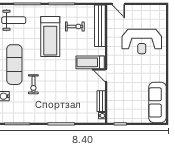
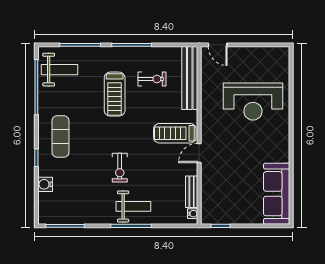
treadmill: (50, 36) -> (115, 94), width x0.73, depth x0.73
exercise mat: (14, 65) -> (60, 136), width x0.73, depth x0.69
door: (106, 76) -> (199, 153), hinge flipped
exercise bike: (33, 84) -> (120, 168), moved
weight bench: (63, 111) -> (133, 206), added

